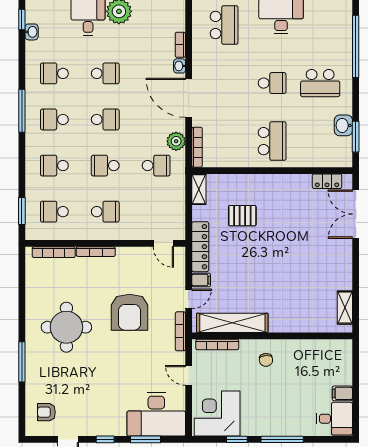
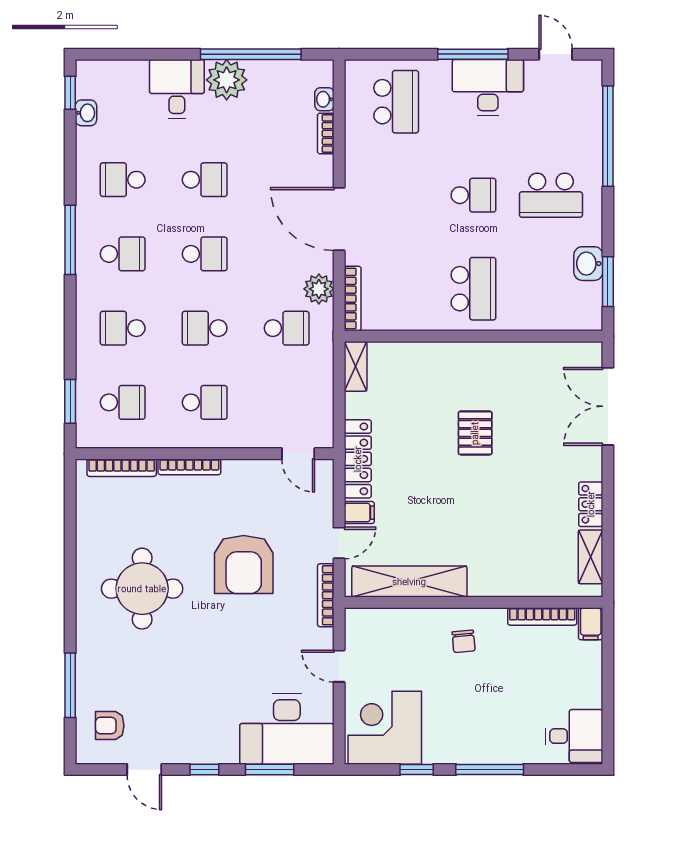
washbasin: (180, 66) -> (324, 99), moved
school desk: (54, 119) -> (123, 254), turned 180
locker: (327, 181) -> (591, 504), moved, turned 90
school desk: (54, 212) -> (123, 402), turned 180
pallet: (242, 216) -> (475, 433), moved, turned 90
bookcase: (217, 344) -> (542, 616), moved
window: (22, 362) -> (70, 685), moved
filing cabinet: (342, 393) -> (591, 624), moved, turned -90

